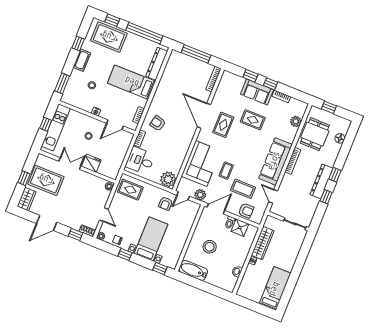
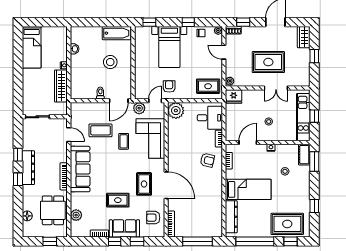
cot: (82, 60) -> (304, 155), moved
fridge: (91, 163) -> (234, 96), moved
rug: (46, 180) -> (268, 62), moved
armchair: (246, 211) -> (153, 218), moved
shower: (240, 228) -> (89, 92), removed

